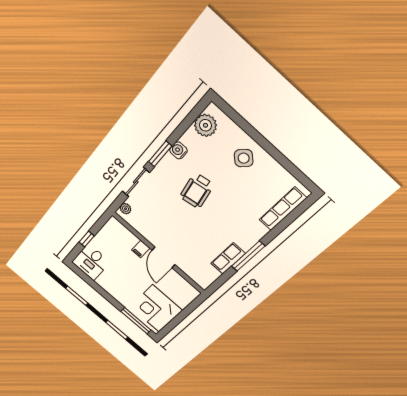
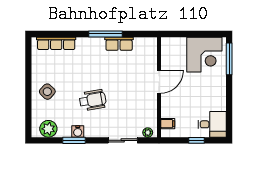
window: (160, 154) -> (74, 140), moved
filing cabinet: (141, 249) -> (168, 124), moved

